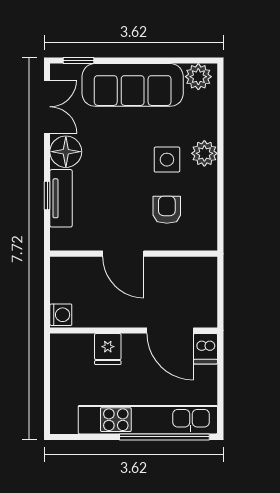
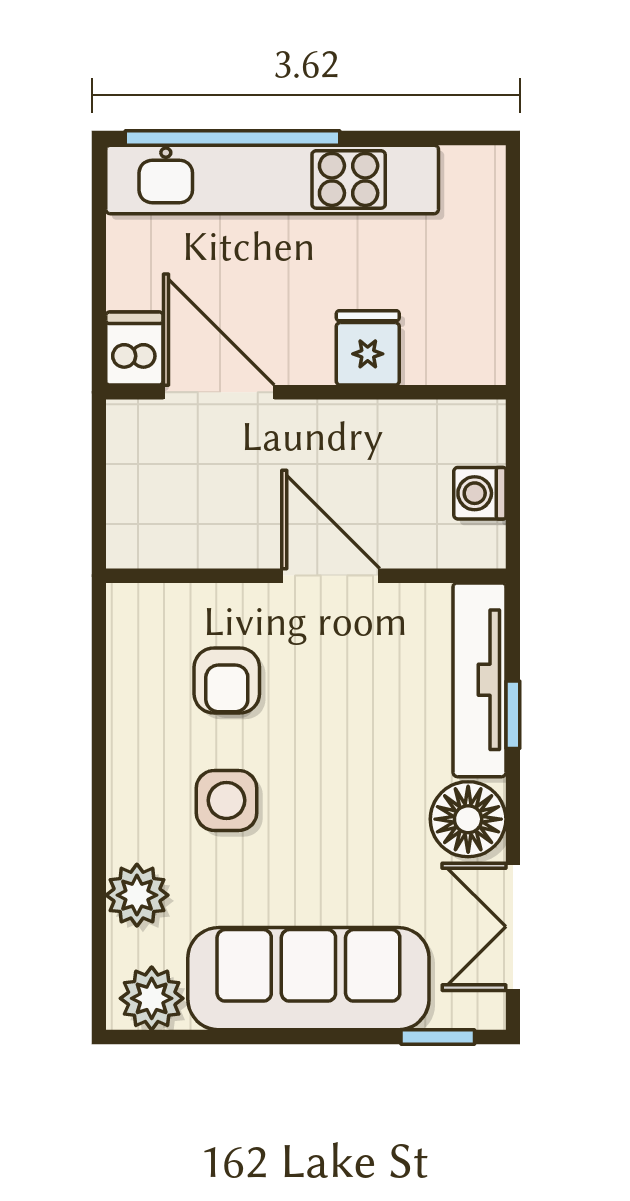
plant: (204, 153) -> (137, 895), moved
tv unit: (61, 198) -> (480, 680), width x1.41
washing machine: (61, 315) -> (480, 493), moved

